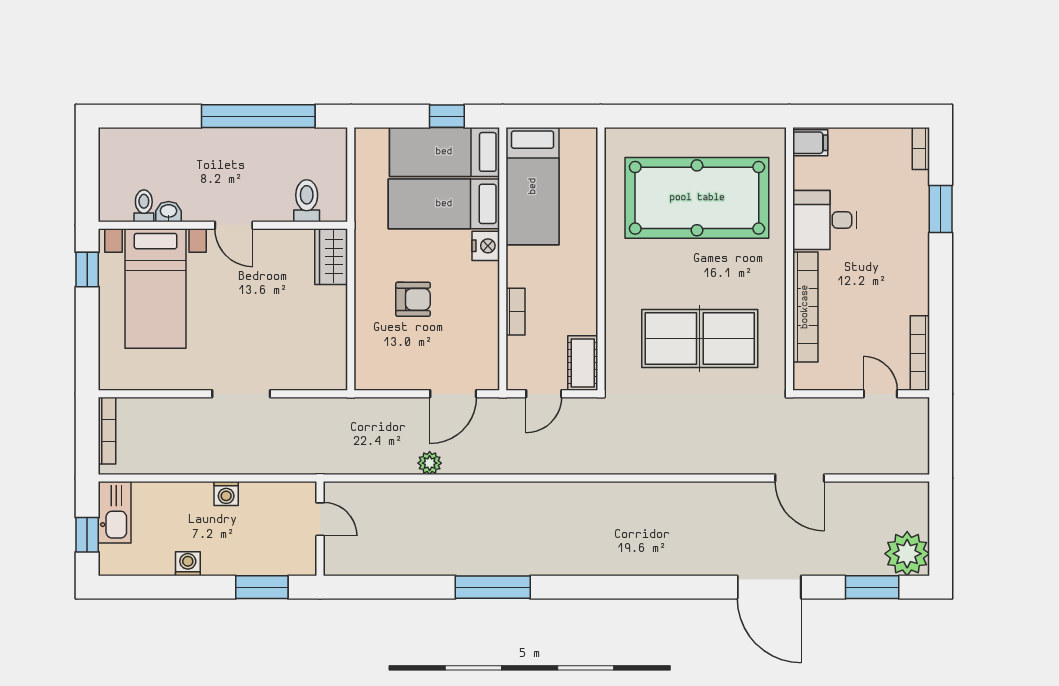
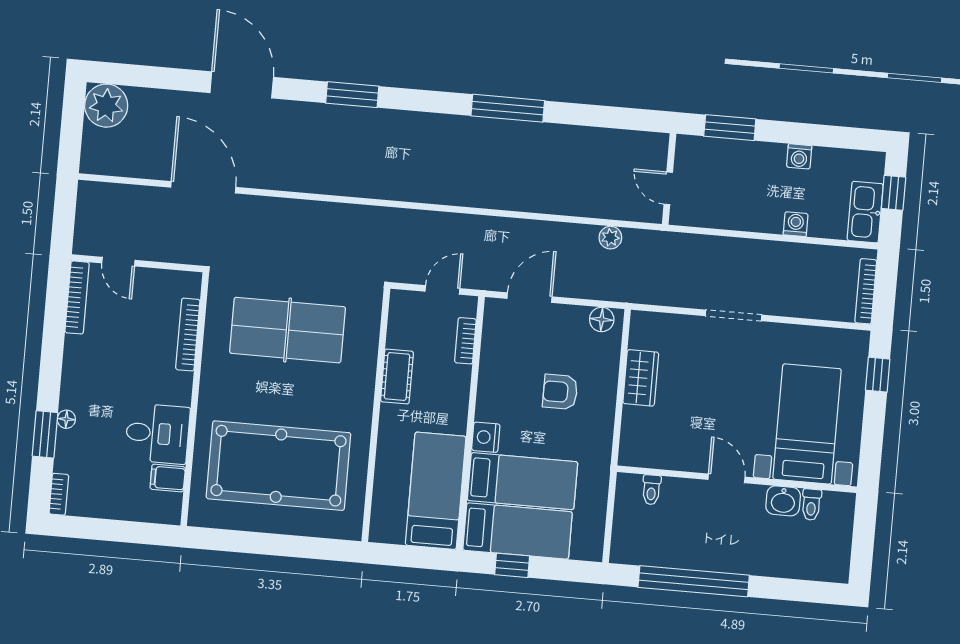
filing cabinet: (810, 143) -> (168, 478), moved
toilet: (307, 201) -> (651, 490), width x0.73, depth x0.72
washbasin: (169, 212) -> (783, 501), width x1.38, depth x1.45
floor lamp: (920, 227) -> (66, 419), added
wardrobe: (331, 257) -> (641, 378), moved
window: (87, 270) -> (878, 375), moved
bookcase: (805, 307) -> (188, 335), width x0.68, depth x0.76
bookcase: (515, 312) -> (465, 341), moved
cot: (583, 363) -> (397, 376), moved
floor lamp: (377, 378) -> (602, 319), added
plant: (430, 463) -> (610, 238), moved
door: (800, 478) -> (203, 187), width x1.36
washing machine: (226, 494) -> (796, 224), moved
window: (872, 587) -> (352, 95), moved

